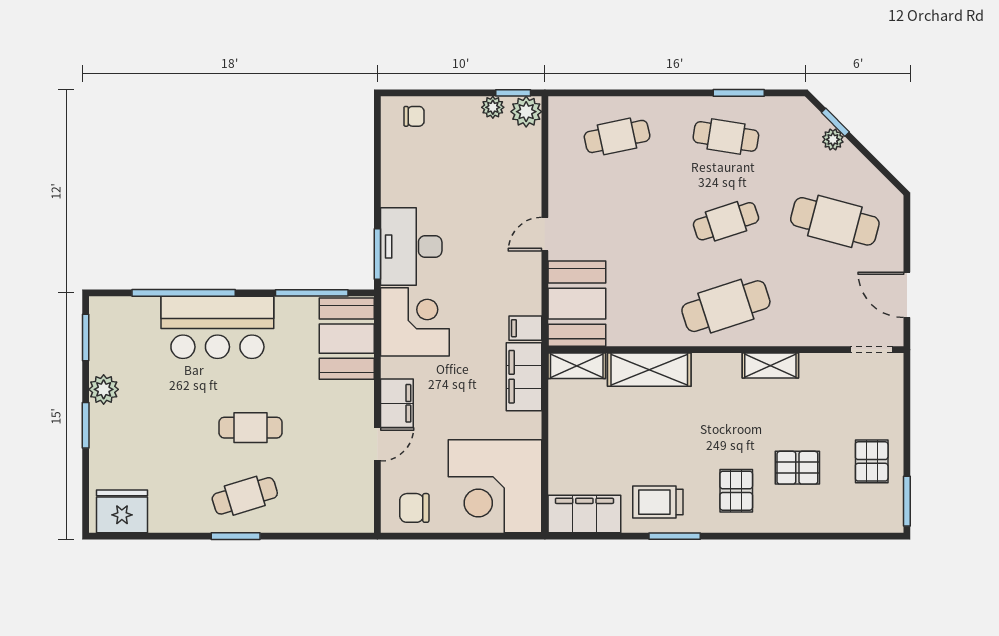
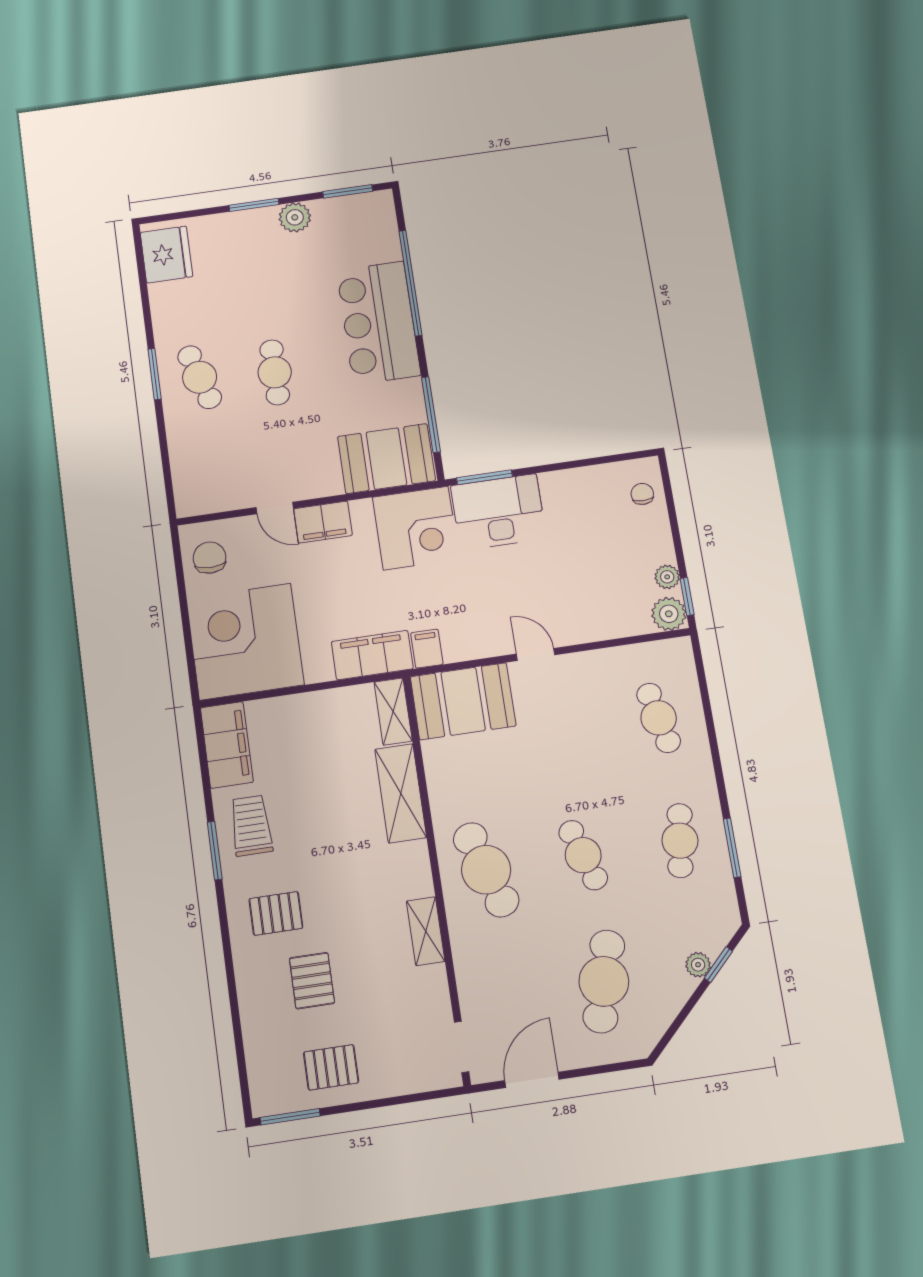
chair: (414, 116) -> (642, 494), turned 180

